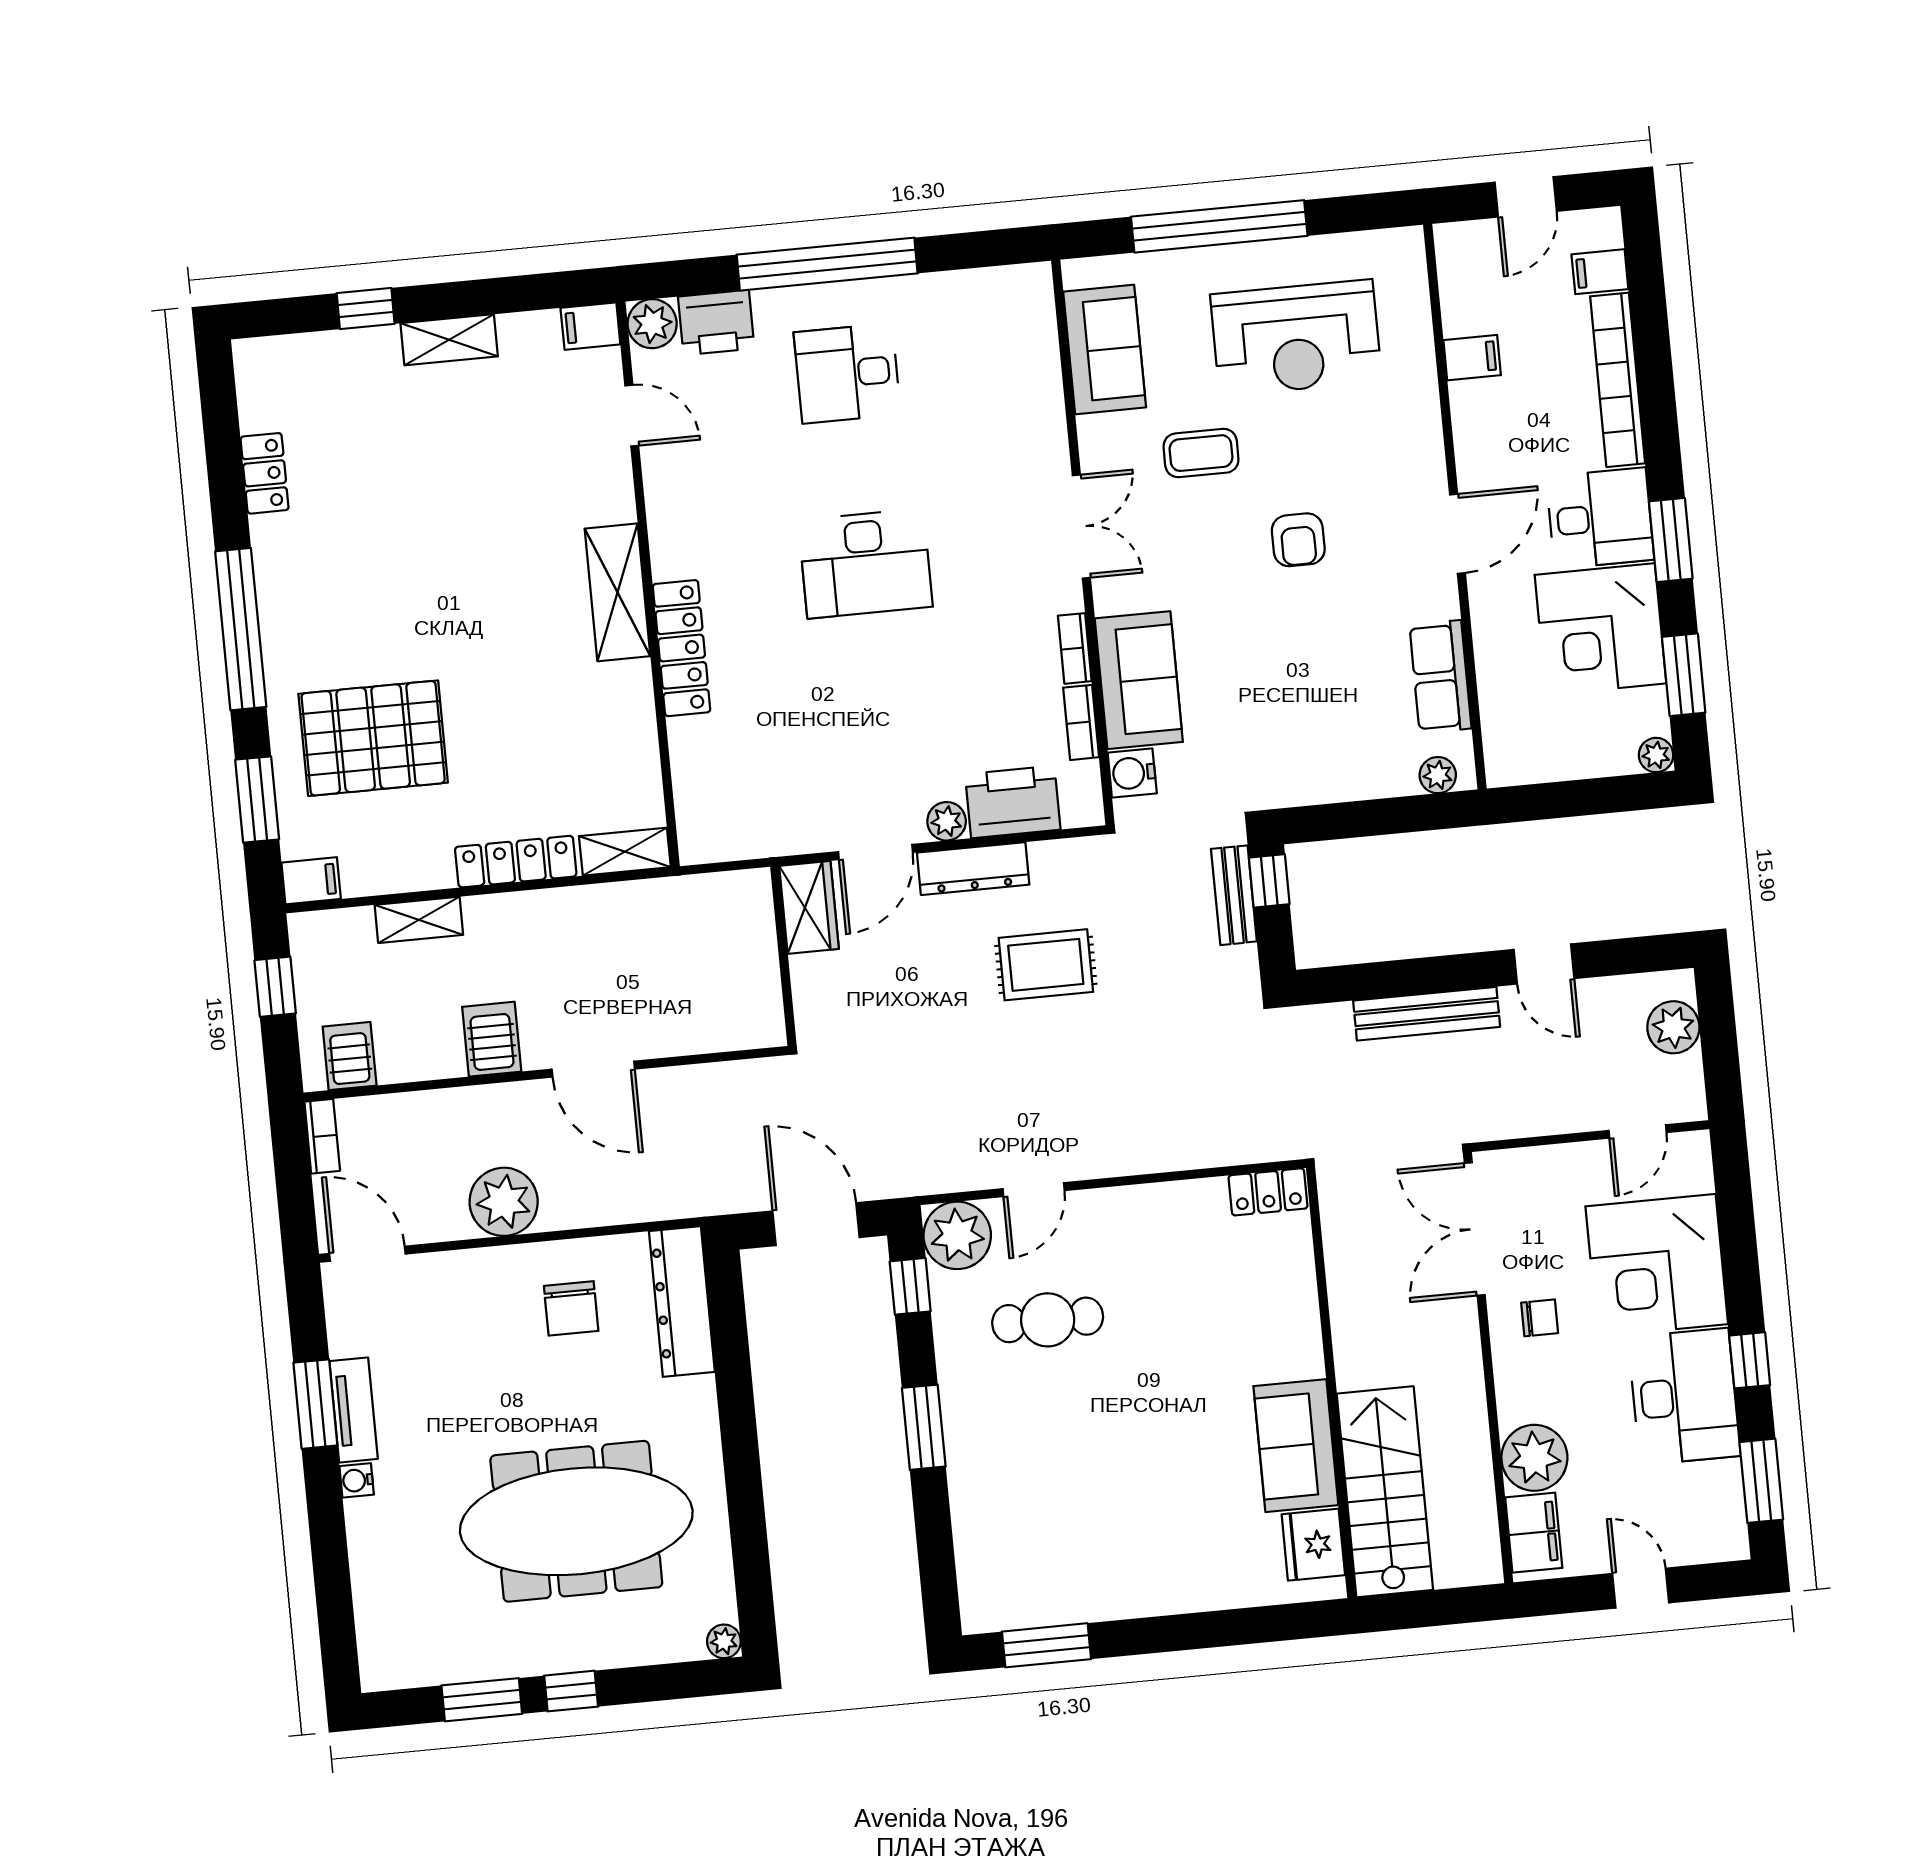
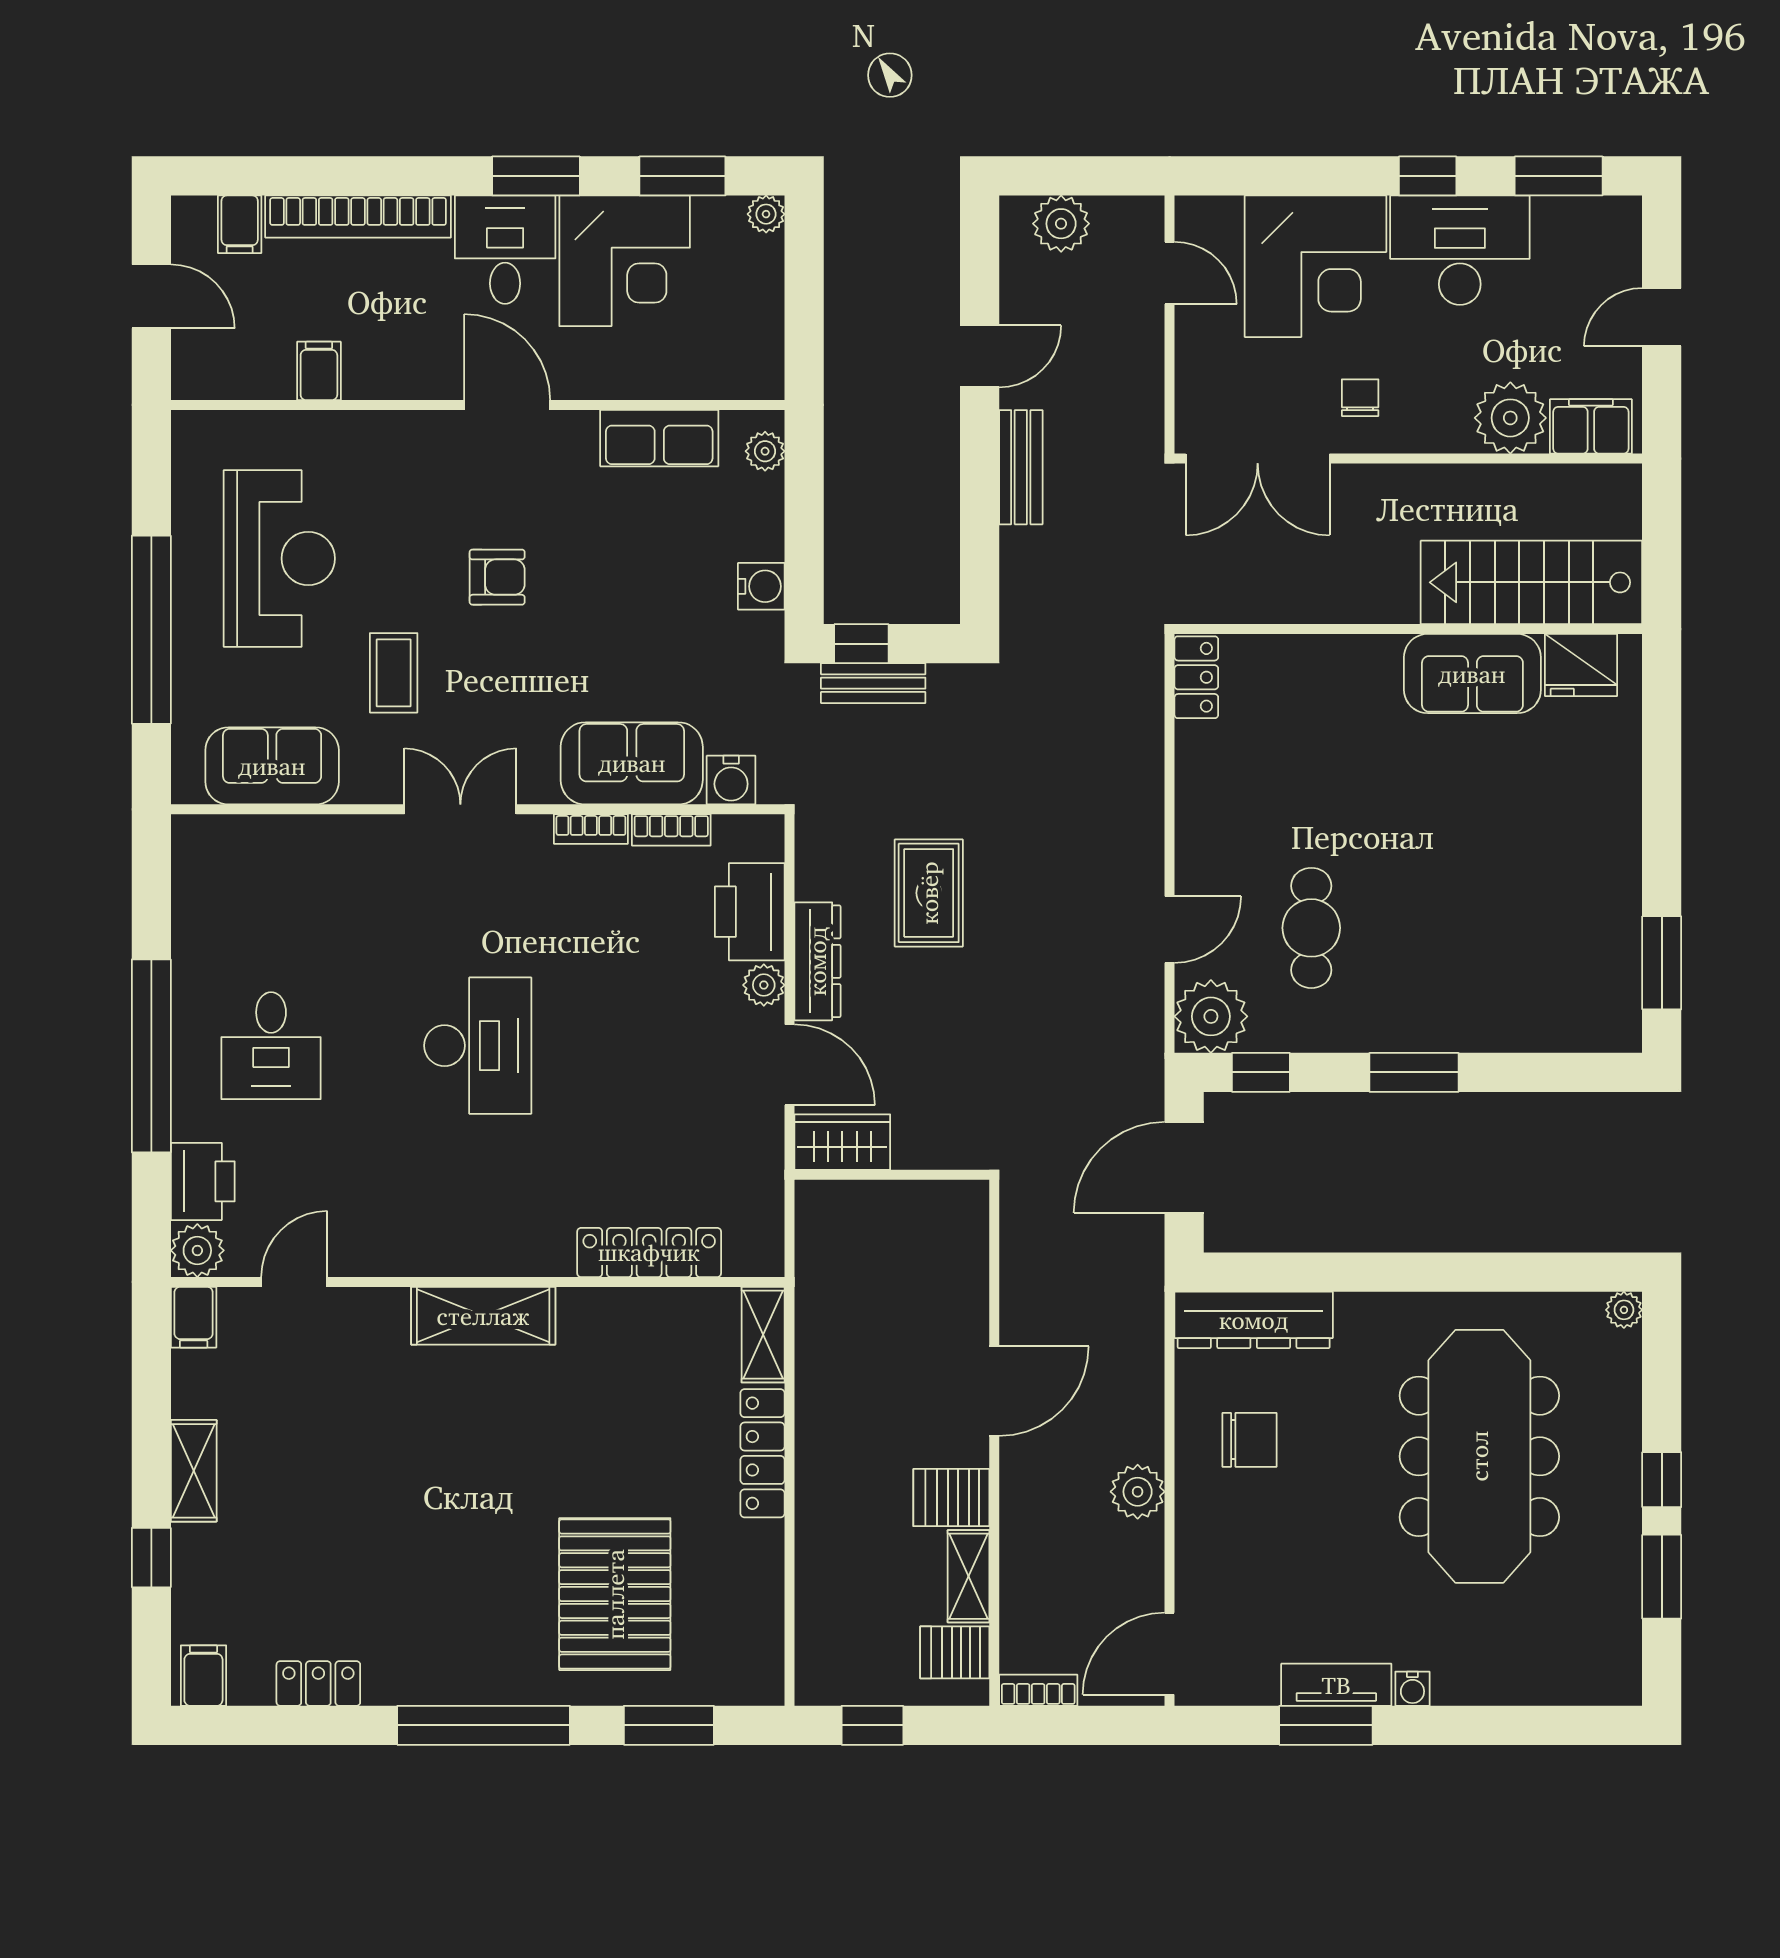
locker: (682, 648) -> (649, 1252), moved
water cooler: (1313, 784) -> (761, 586), added
filing cabinet: (311, 881) -> (203, 1676), moved
shelving: (419, 920) -> (968, 1576), moved
bench: (1427, 1014) -> (1021, 467), width x0.73
door: (1034, 1190) -> (1170, 930), hinge flipped
plant: (504, 1202) -> (1138, 1492), width x0.73, depth x0.73

